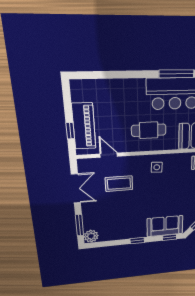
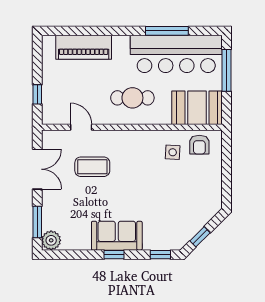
piano: (84, 126) -> (84, 47), moved, turned 90
side table: (157, 167) -> (173, 152), moved
sofa: (165, 226) -> (117, 236), moved

